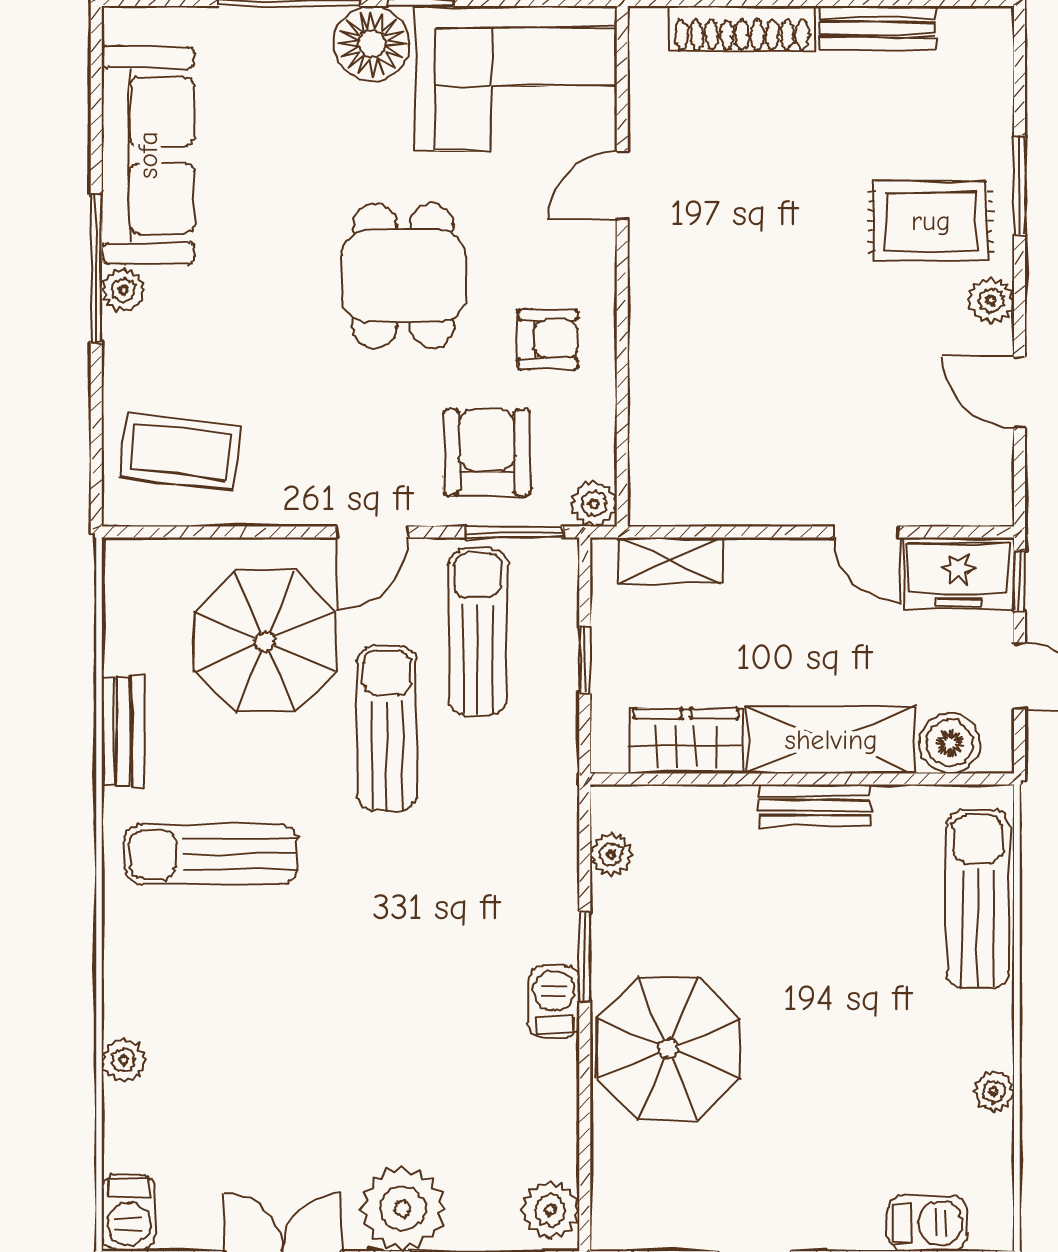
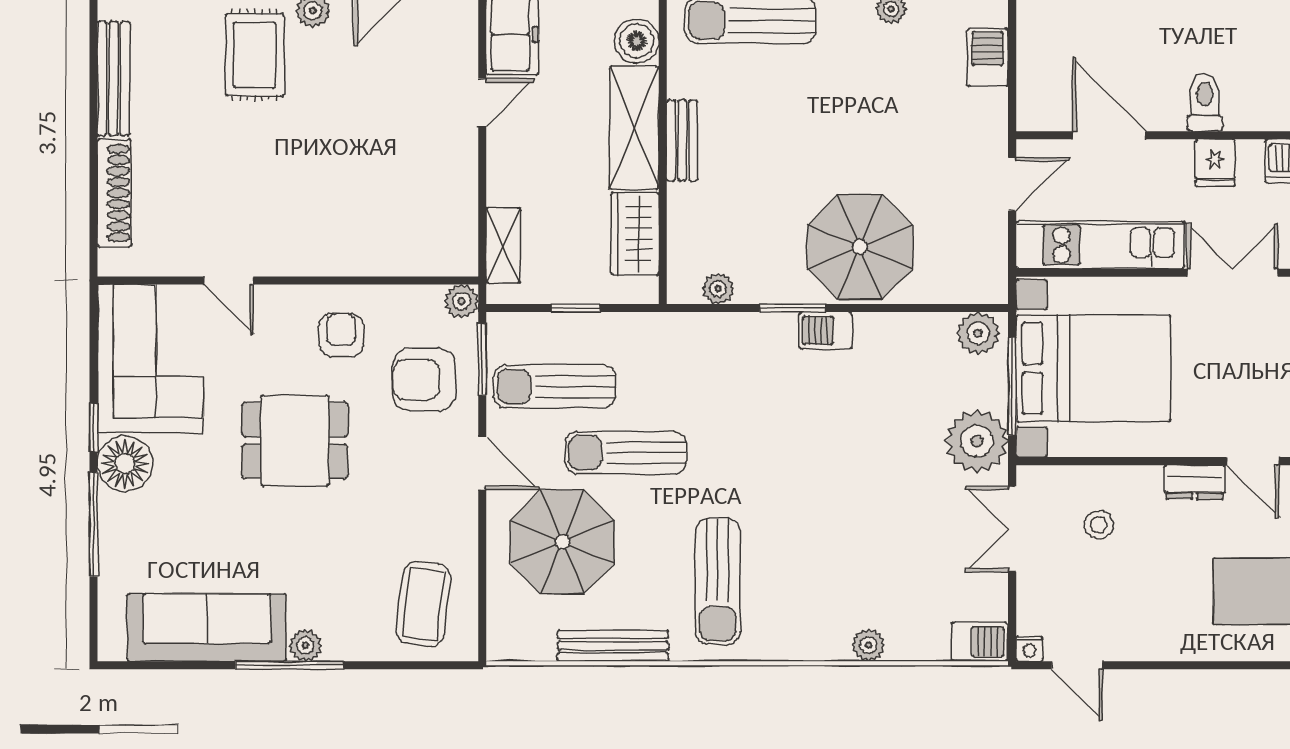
bench: (878, 28) -> (114, 79), width x1.36
bench: (123, 731) -> (613, 646), width x1.36

